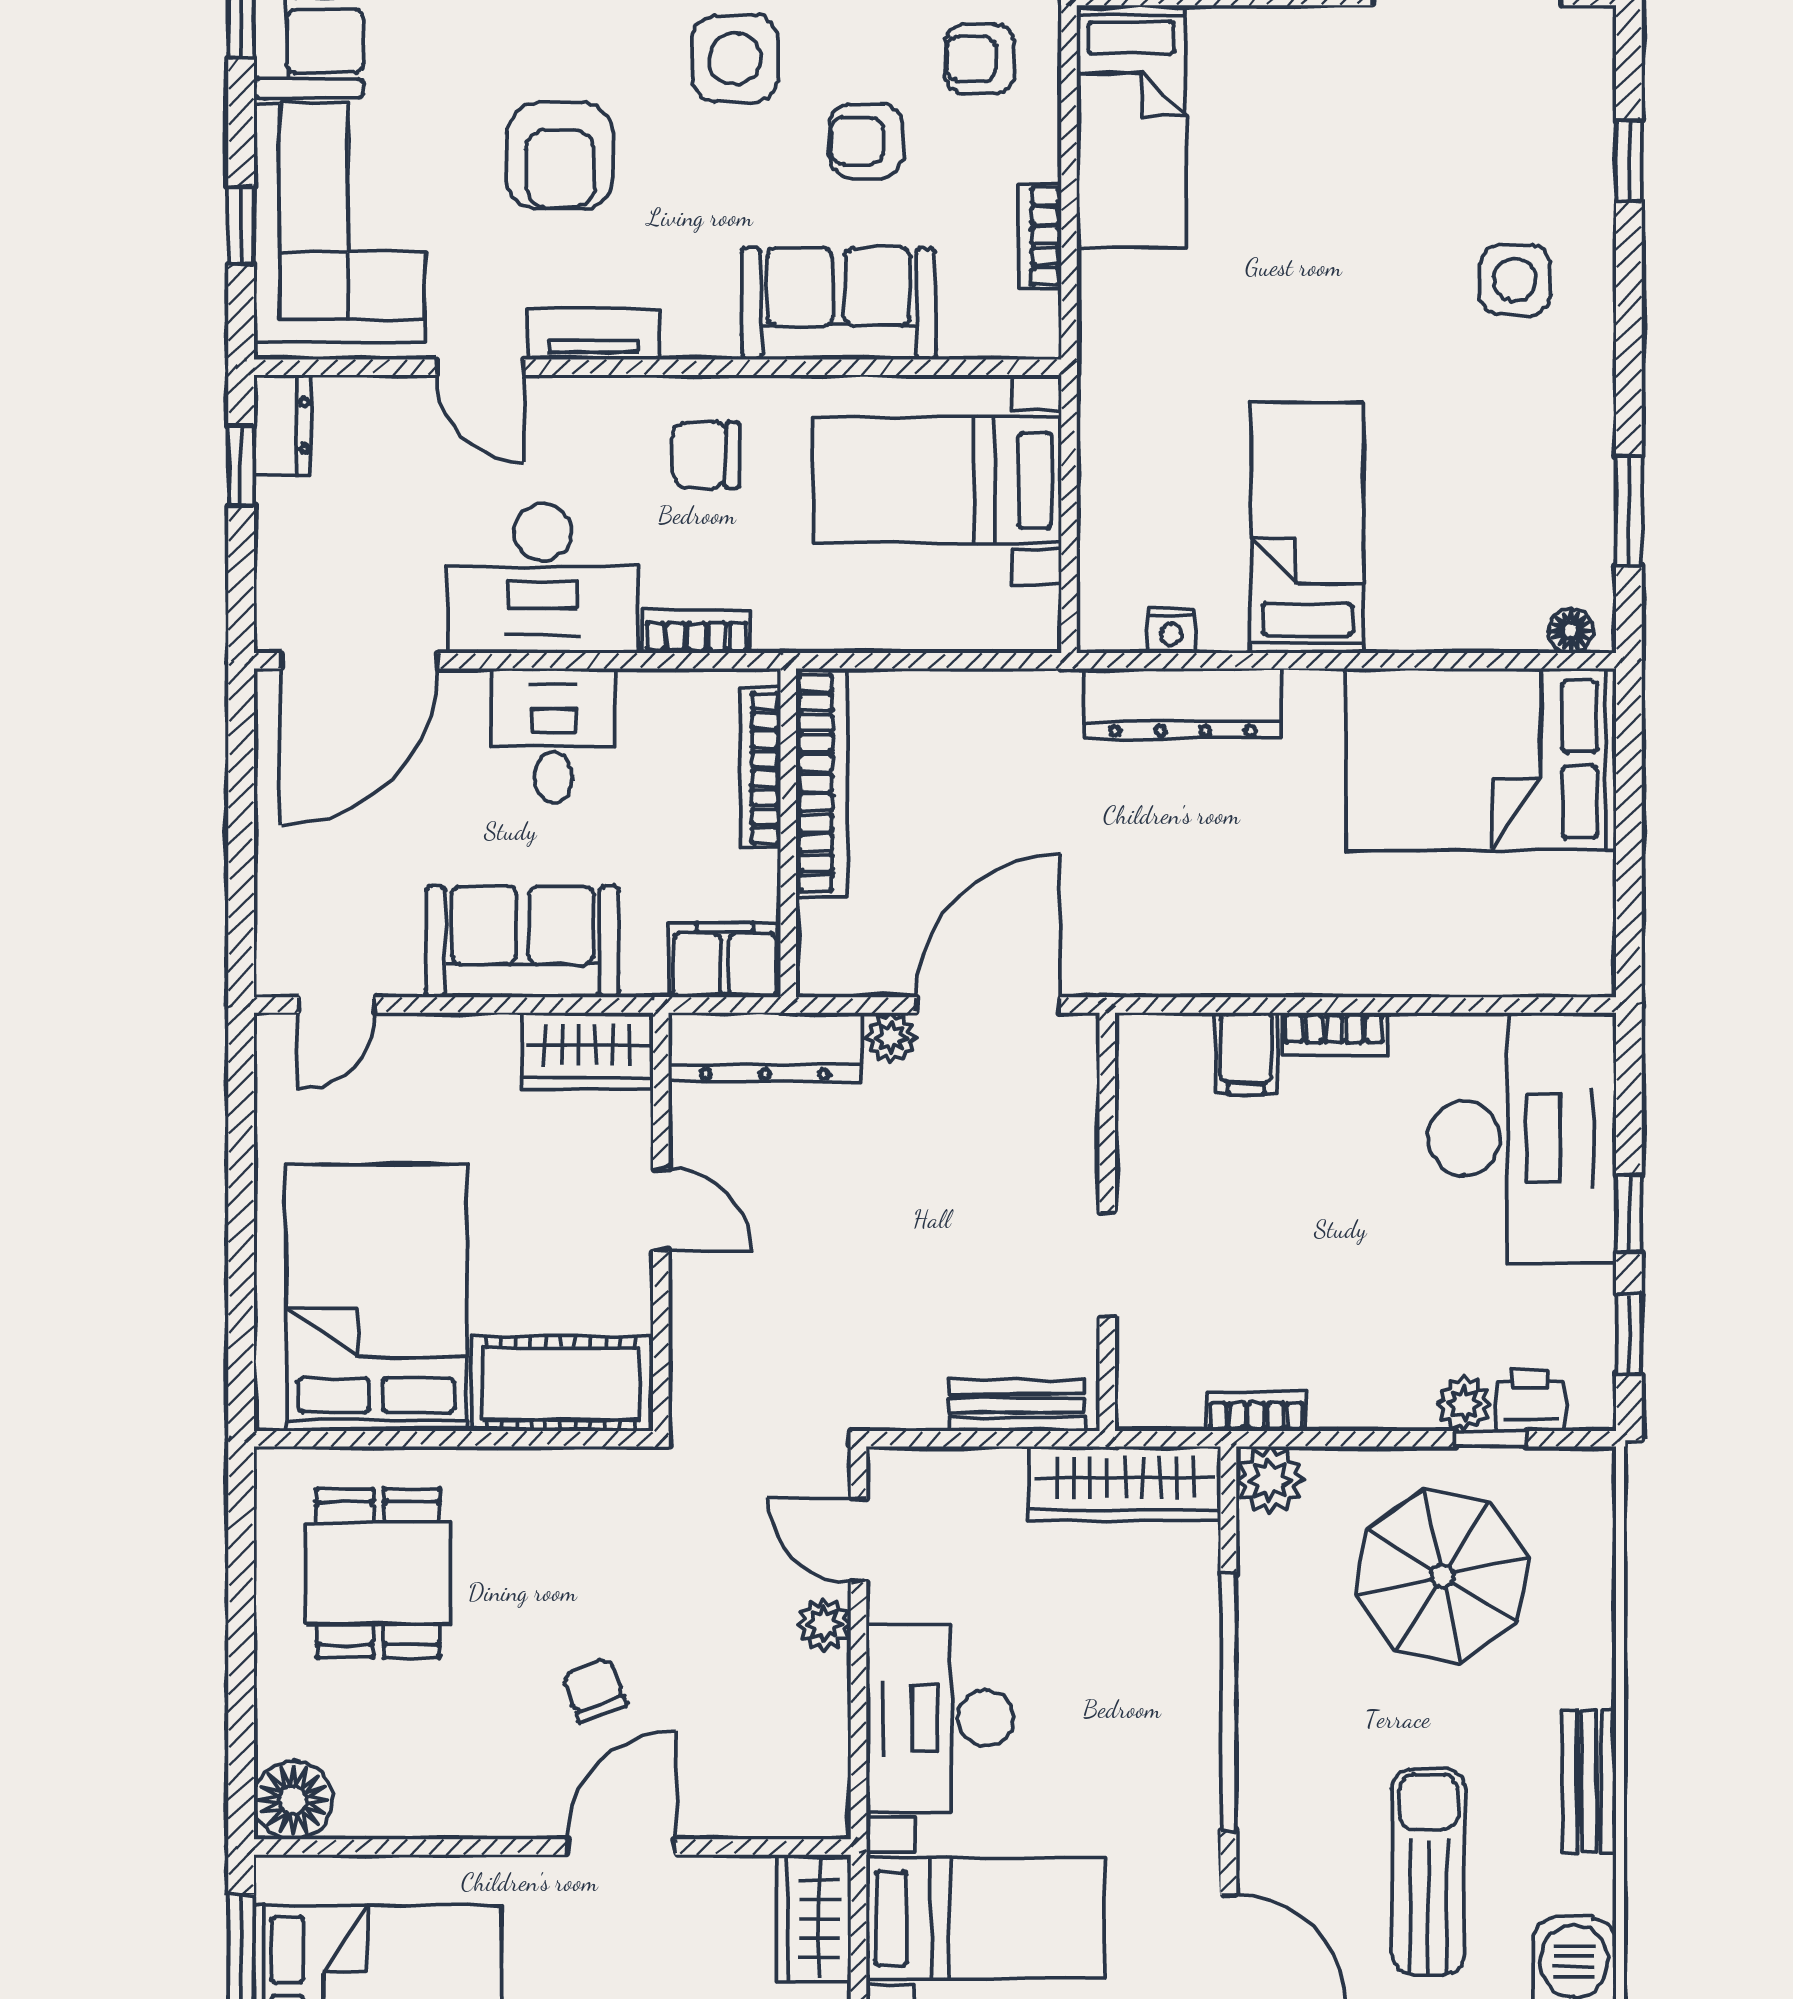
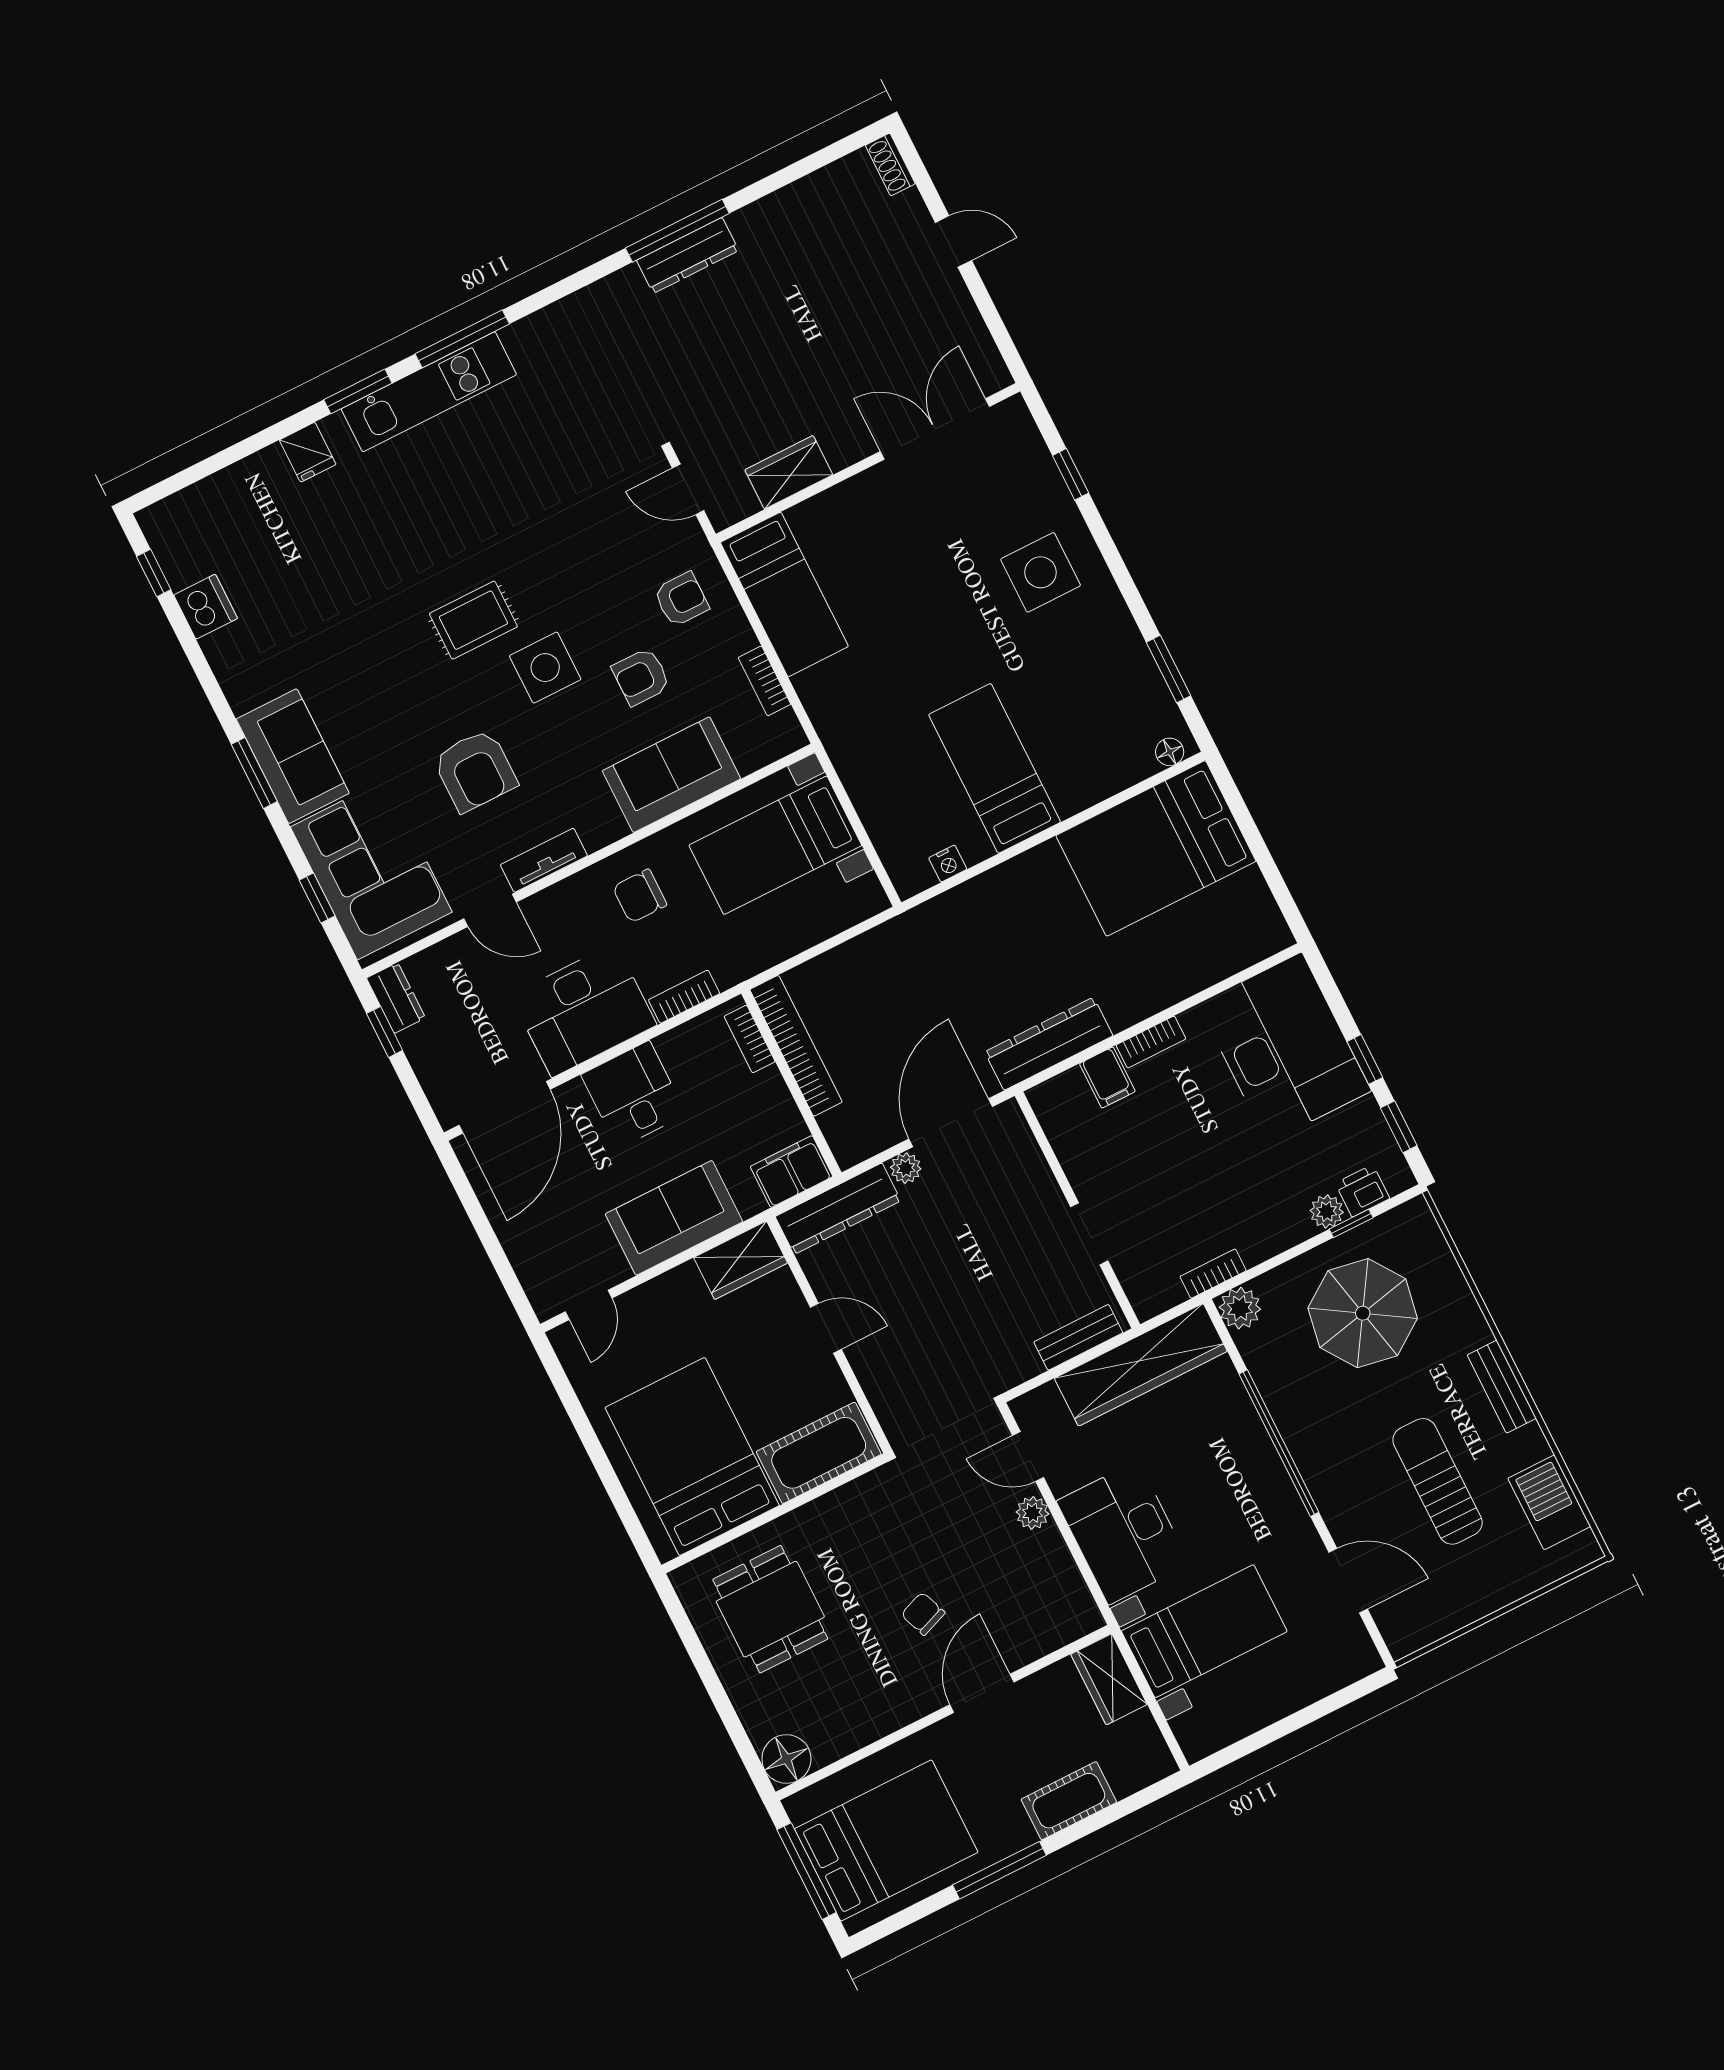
armchair: (980, 59) -> (681, 599), turned 180
side table: (1515, 280) -> (1041, 572), width x1.37, depth x1.37
dresser: (1183, 703) -> (1049, 1044), moved, turned 180
bookcase: (760, 768) -> (750, 1039), width x0.64
wardrobe: (1125, 1483) -> (1141, 1365), width x1.40, depth x1.17

